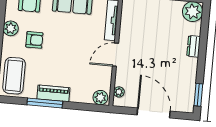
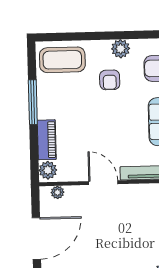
piano: (53, 93) -> (47, 140), moved

